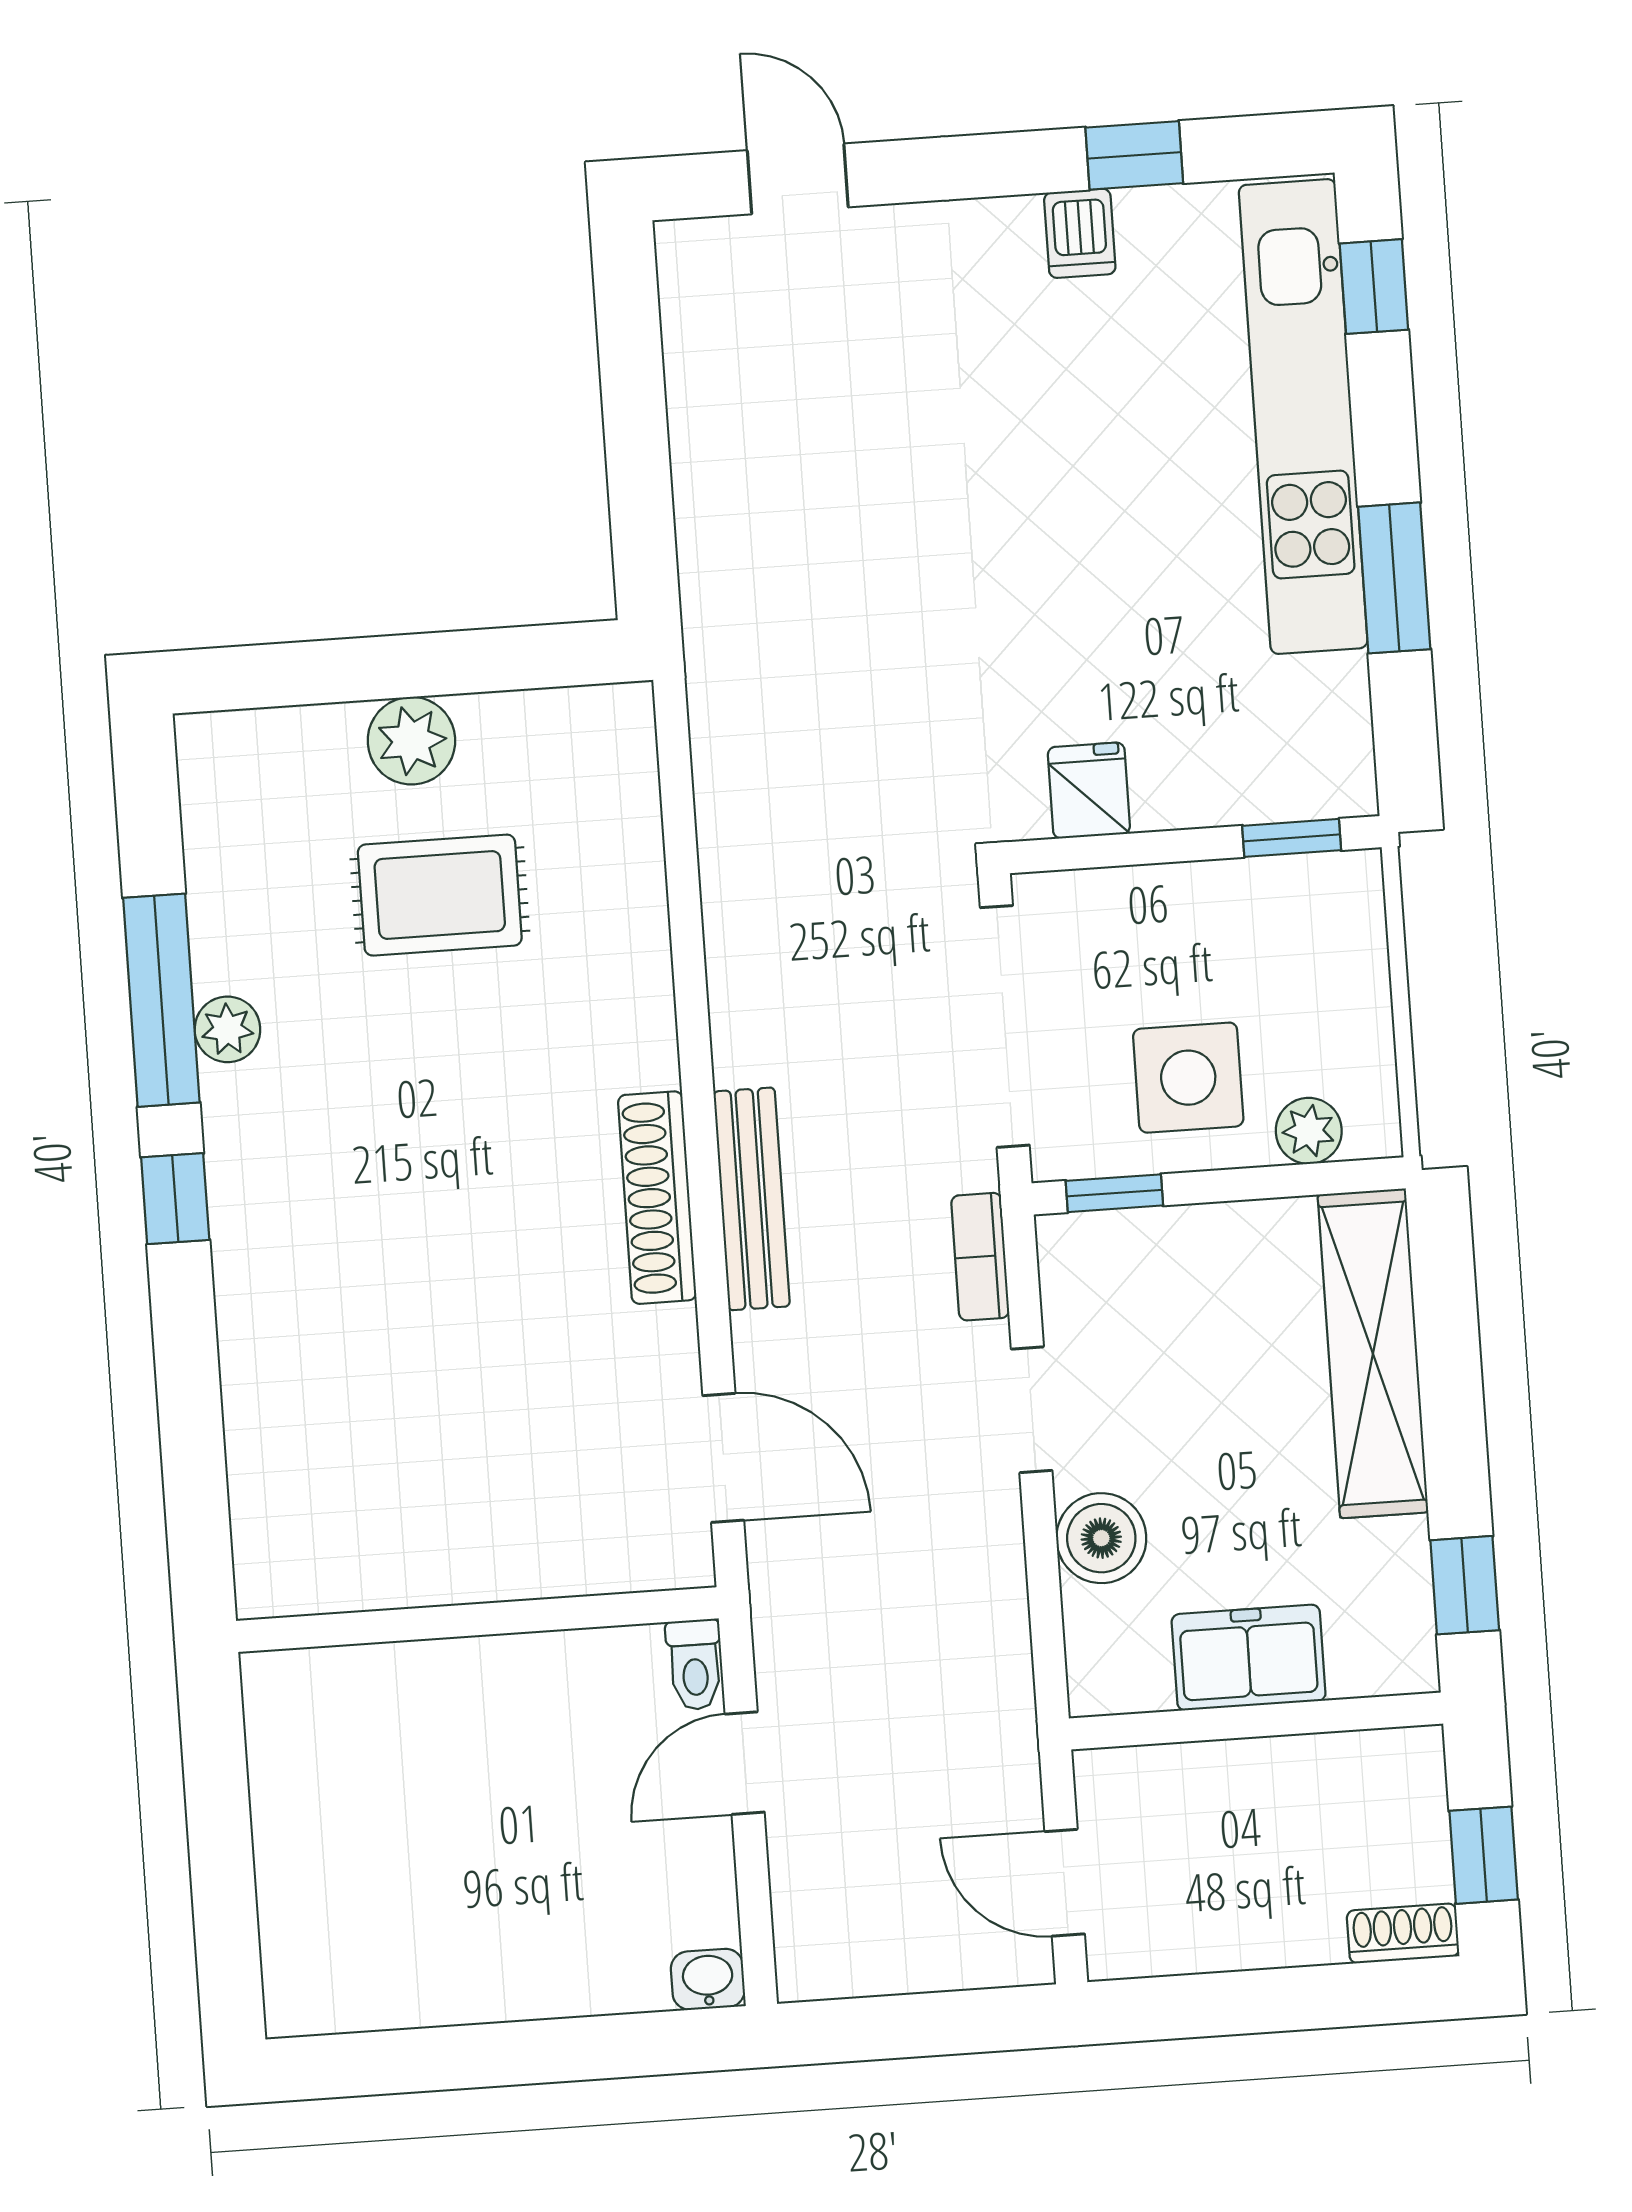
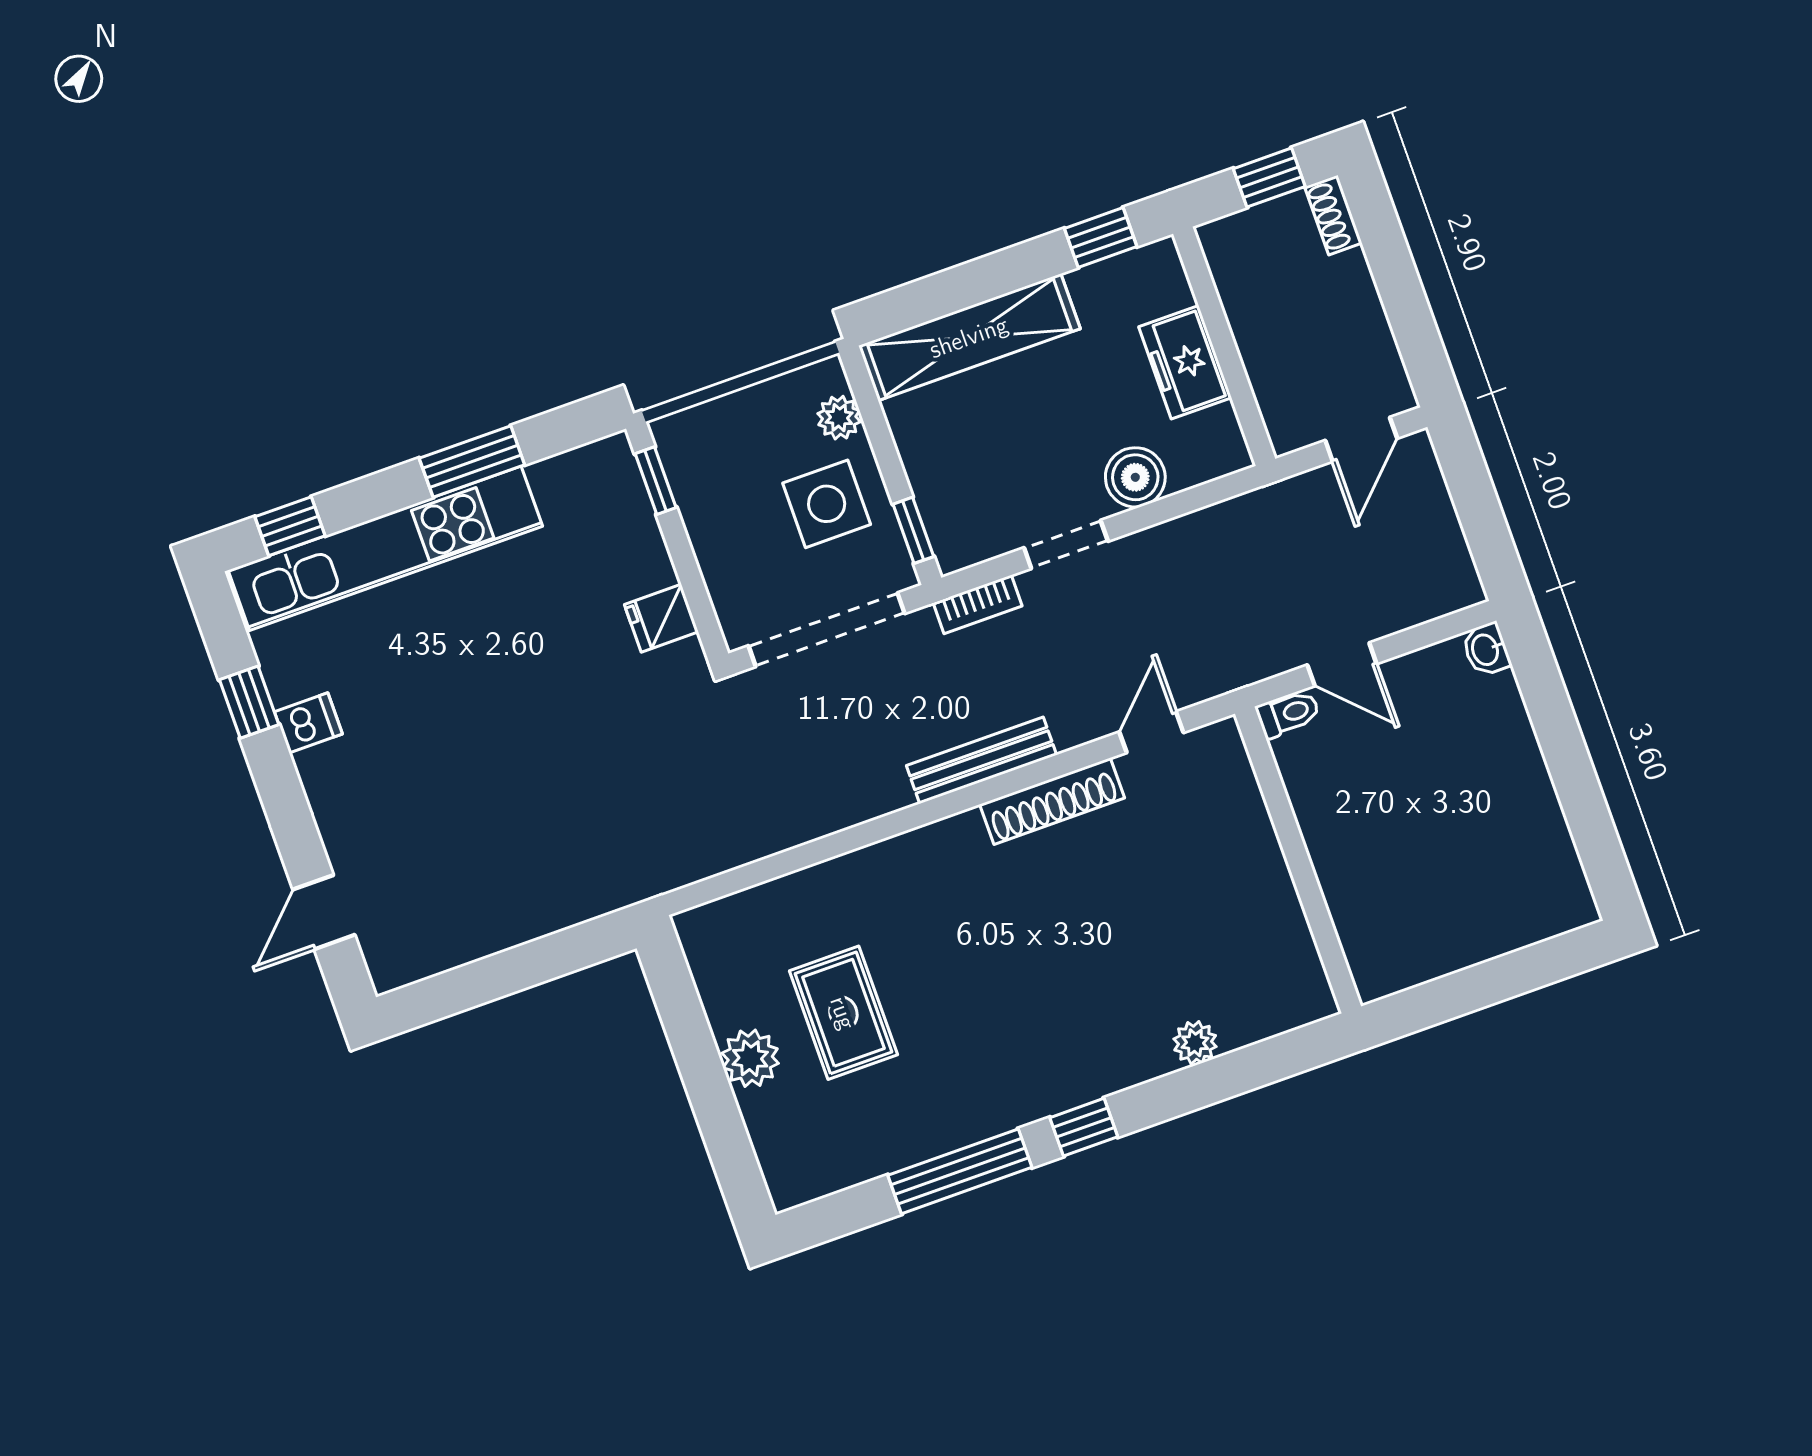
plant: (227, 1029) -> (1195, 1043), moved
shoe rack: (657, 1198) -> (1052, 801), moved
door: (723, 1458) -> (1151, 732), width x0.73

